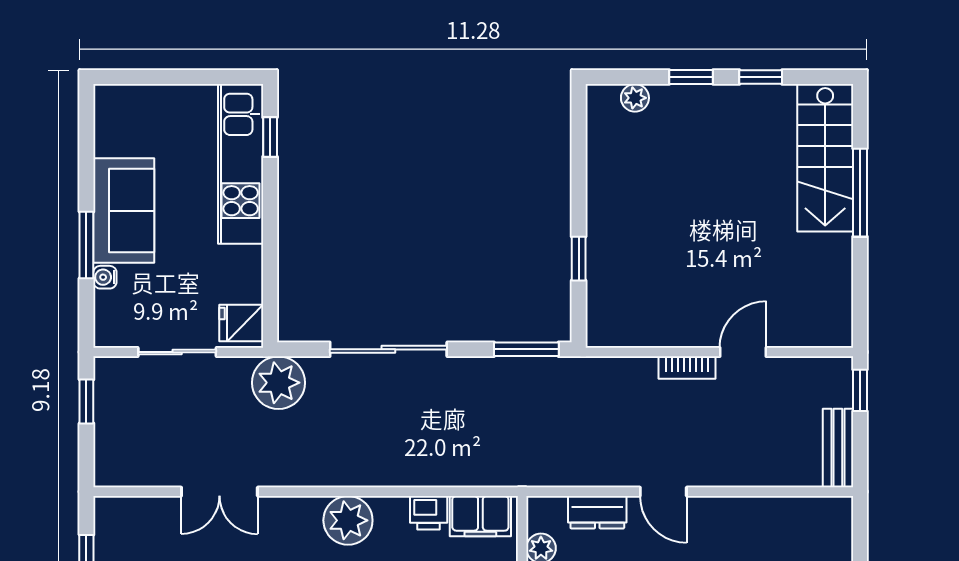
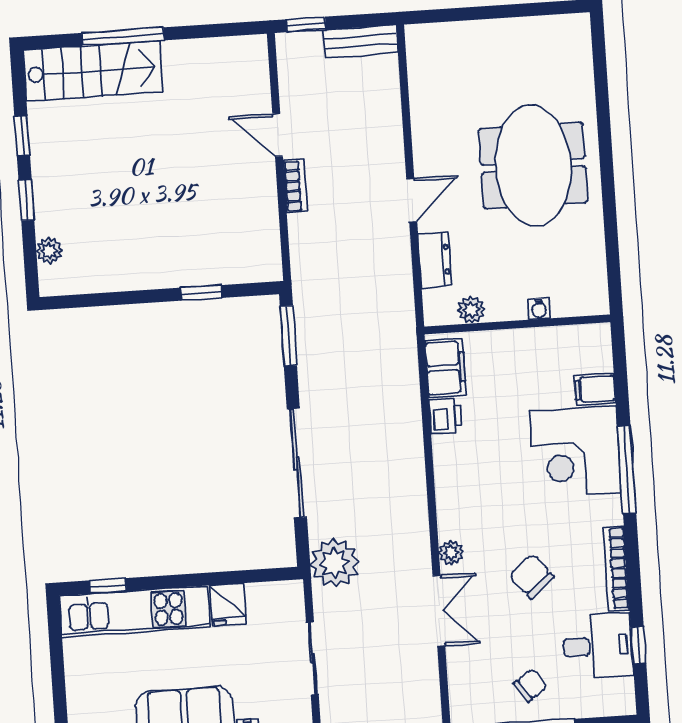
fridge: (241, 323) -> (228, 605), moved
plant: (348, 520) -> (451, 553), moved, width x0.53, depth x0.53

